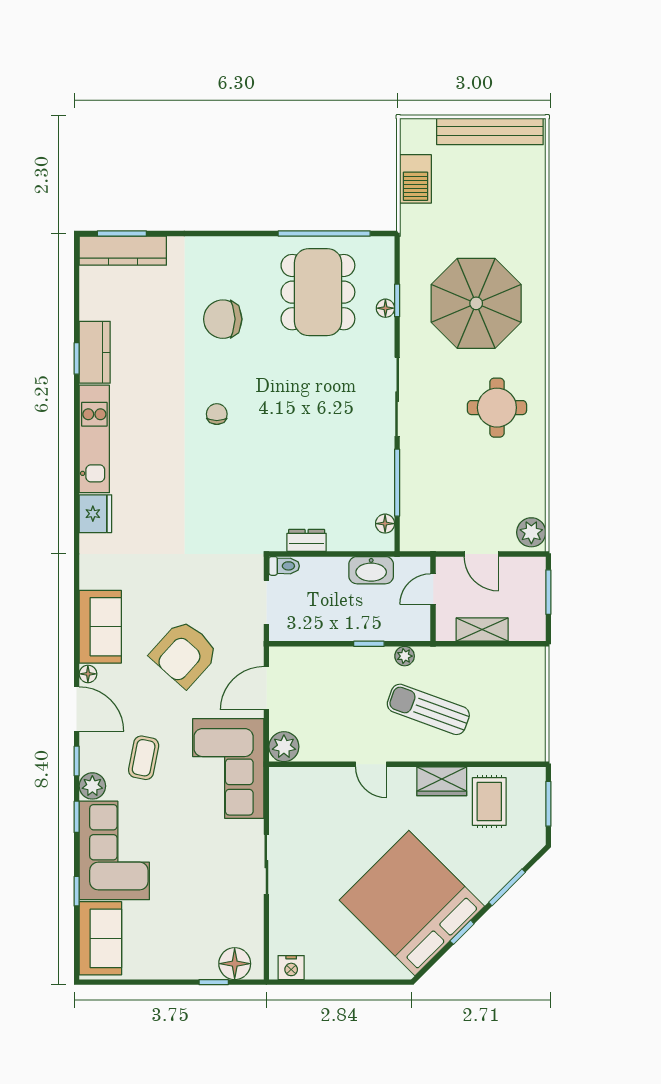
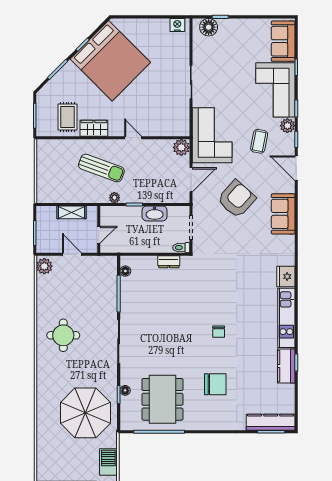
parasol: (476, 303) -> (85, 413), moved
washbasin: (371, 570) -> (155, 213), moved, turned 180
floor lamp: (88, 674) -> (290, 188), removed

